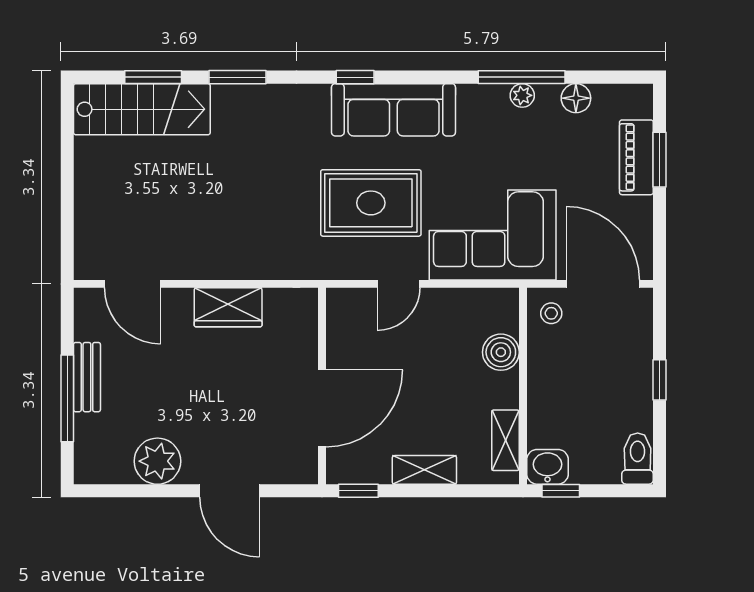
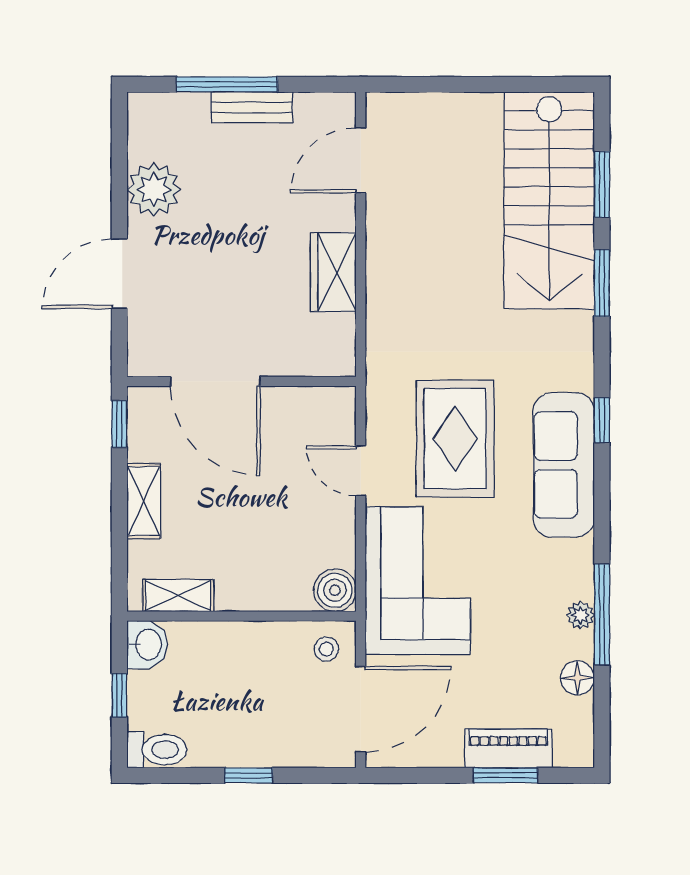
stairs: (142, 109) -> (549, 200), width x1.36, depth x1.51
boiler: (501, 352) -> (335, 590), moved
window: (561, 491) -> (119, 695), moved

